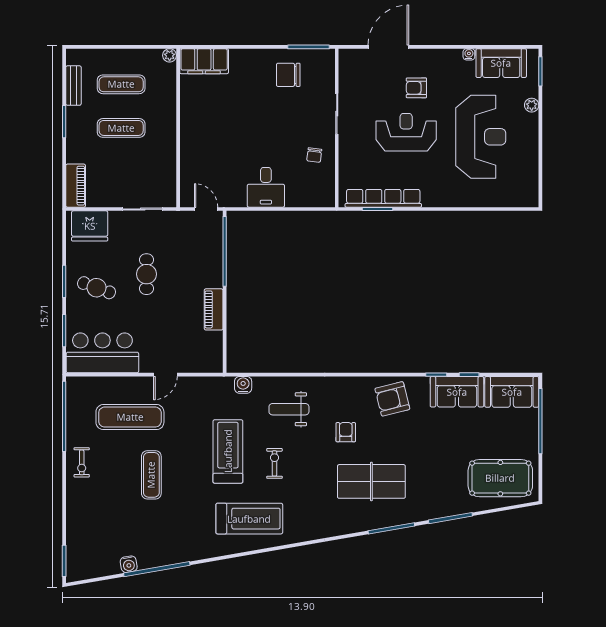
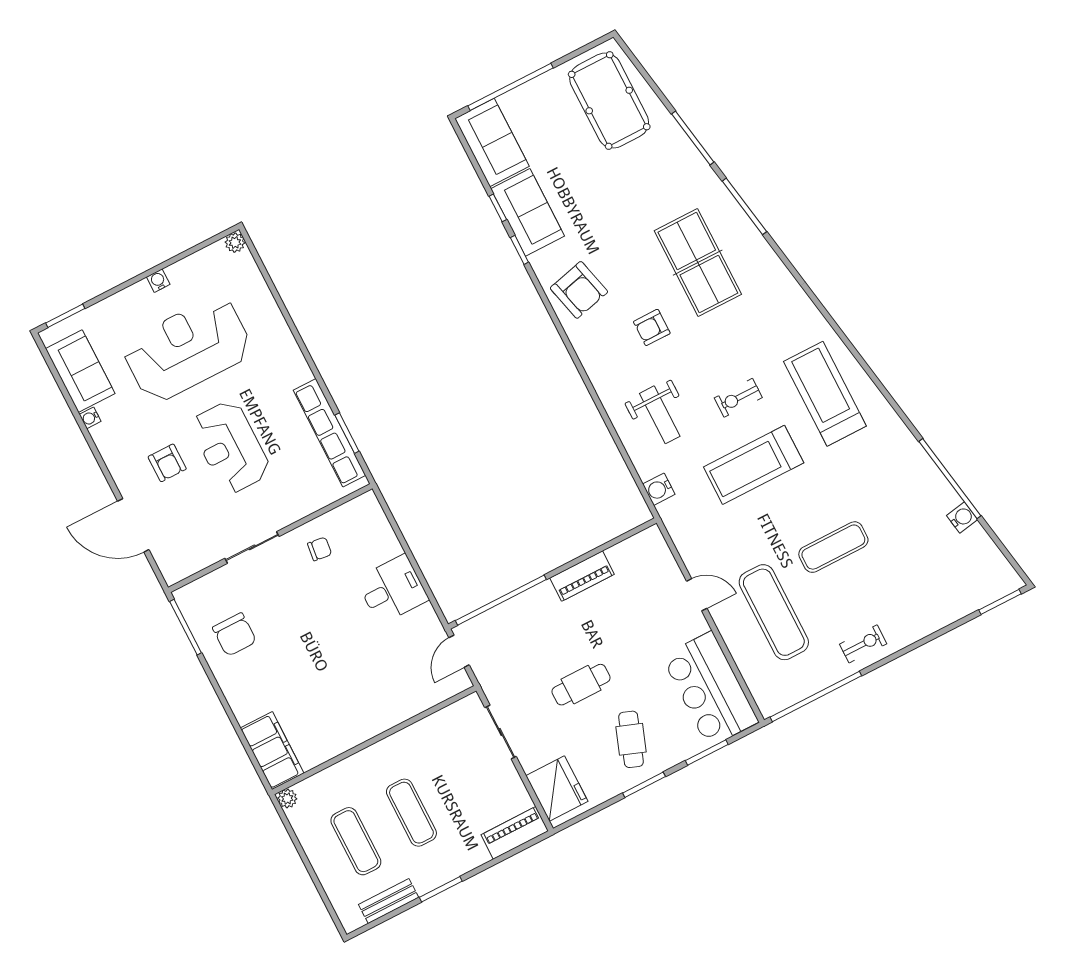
plant: (532, 105) -> (235, 243), moved
water cooler: (532, 140) -> (158, 281), added

